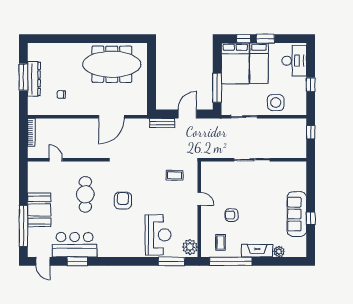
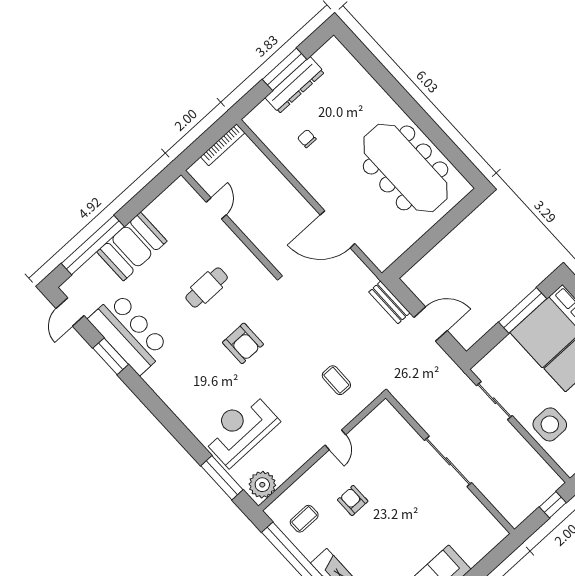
window: (217, 88) -> (523, 310), moved
cafe table: (85, 194) -> (207, 287), width x0.73, depth x0.74
armchair: (123, 201) -> (243, 343), turned 90
reception desk: (158, 235) -> (240, 429), turned 180

